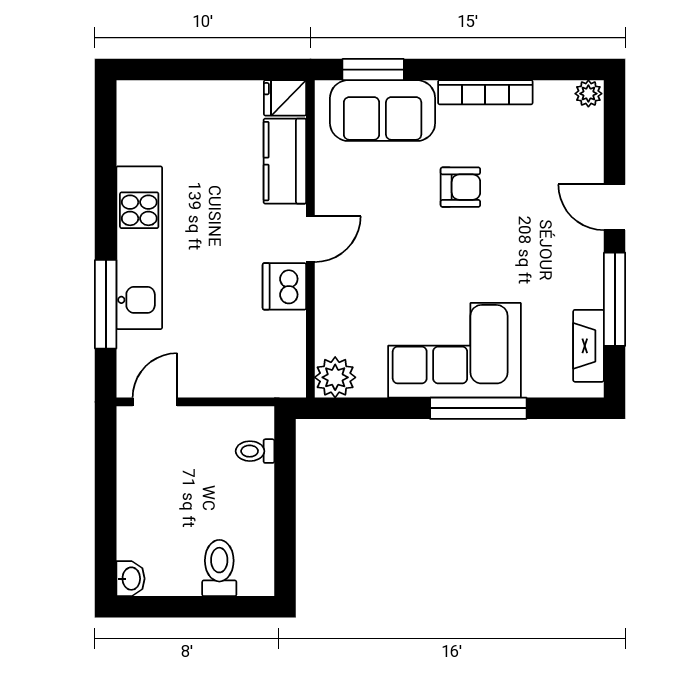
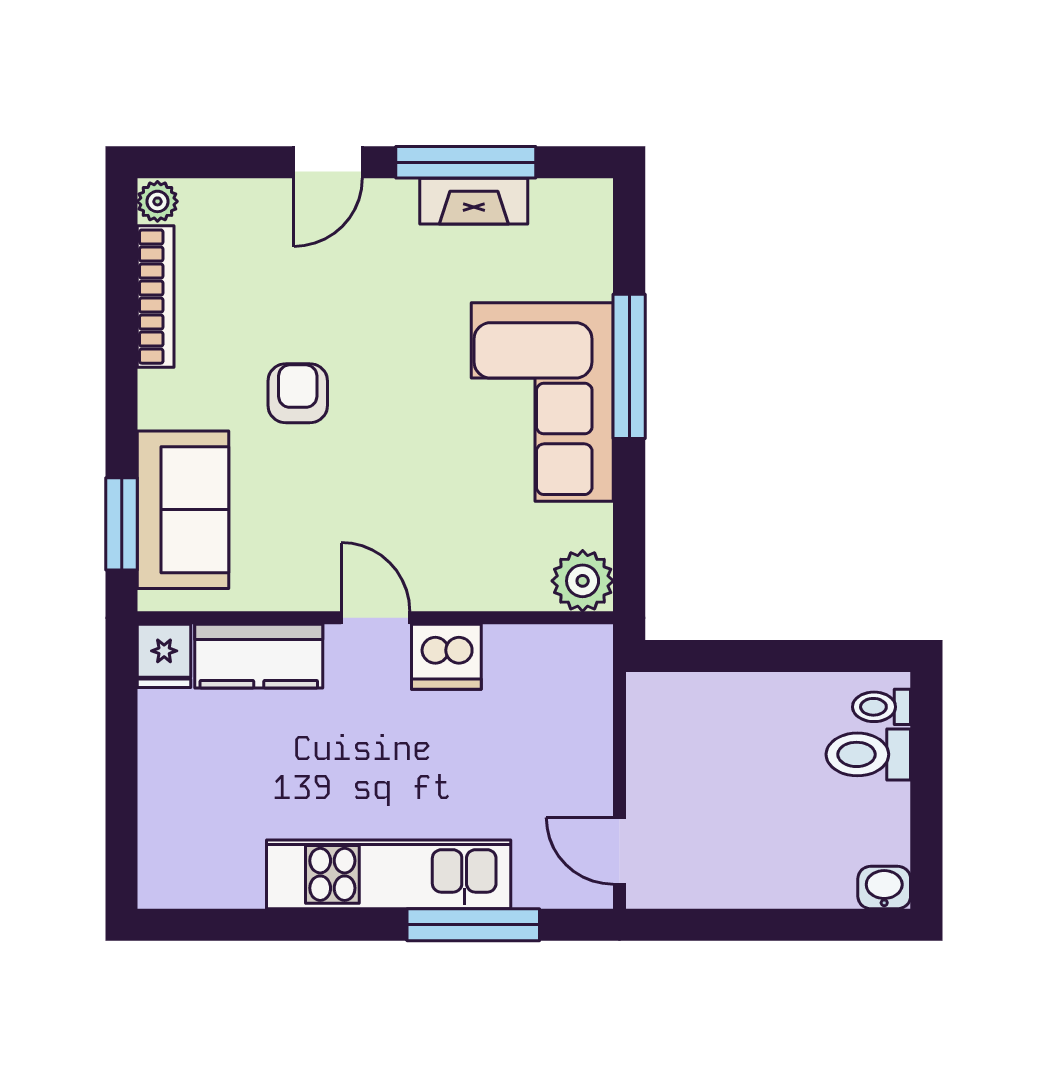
bookcase: (485, 92) -> (156, 297), moved
fireplace: (589, 346) -> (474, 201), moved
toilet: (255, 451) -> (882, 707), moved, turned 90

